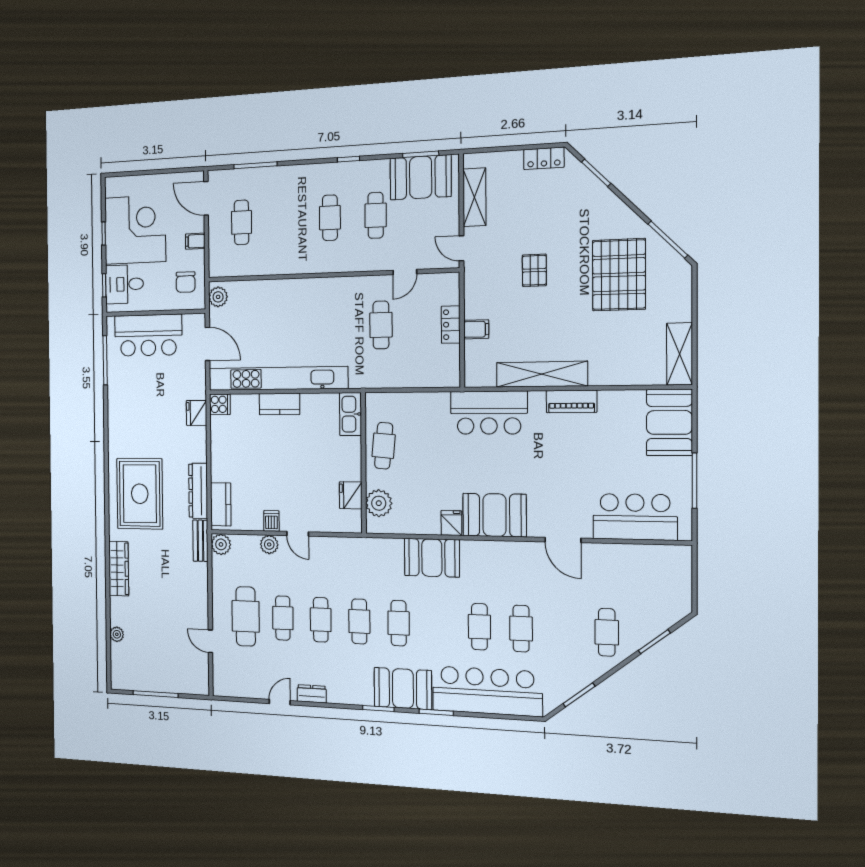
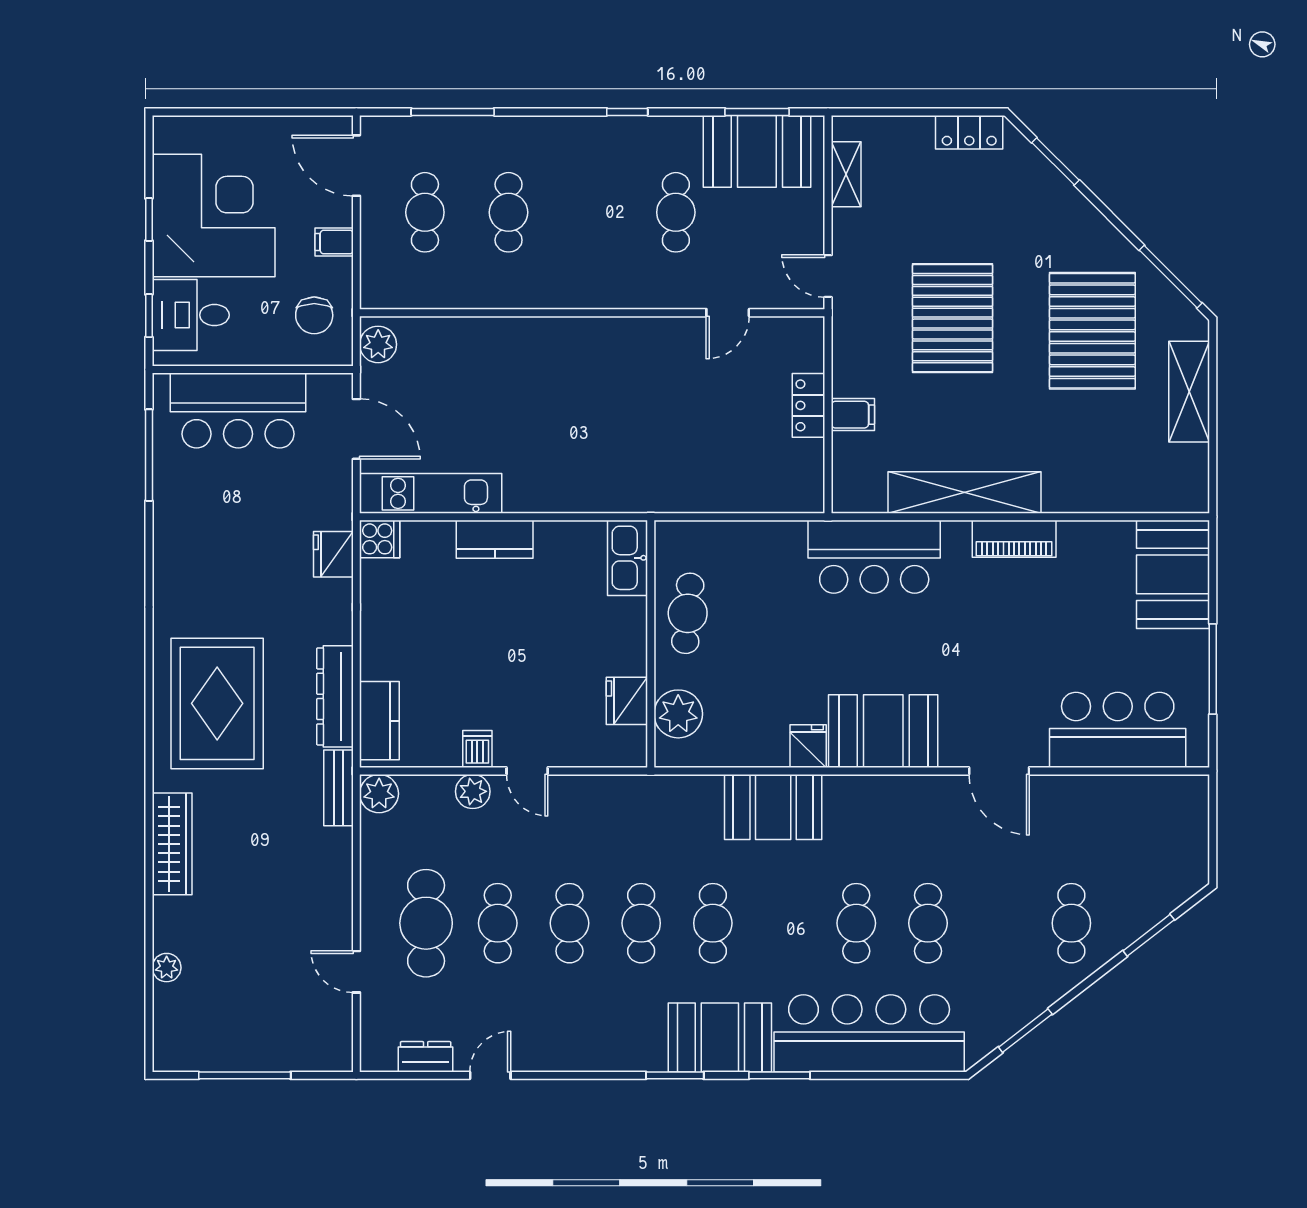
shelving: (474, 197) -> (846, 174), width x0.67, depth x0.75
cafe table: (330, 218) -> (509, 212), moved
pallet: (534, 270) -> (953, 318), width x2.05, depth x2.00
cafe table: (381, 325) -> (684, 403), removed
shelving: (680, 354) -> (1189, 392), moved
kitchen unit: (278, 378) -> (431, 493), width x0.54
dresser: (312, 694) -> (426, 1057), moved

